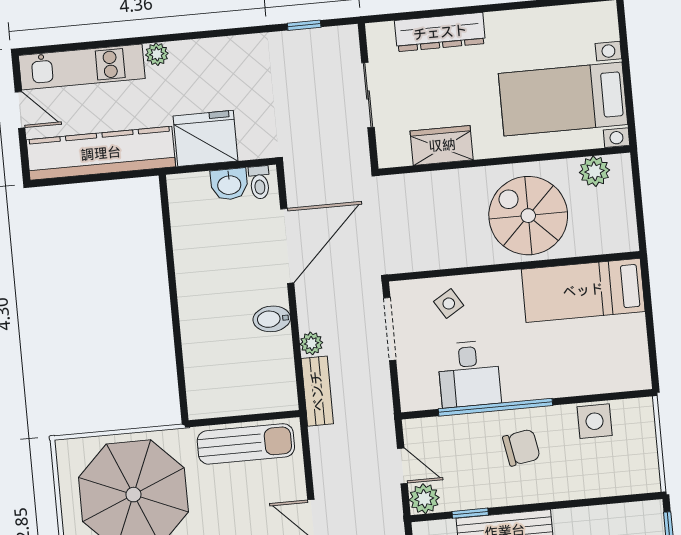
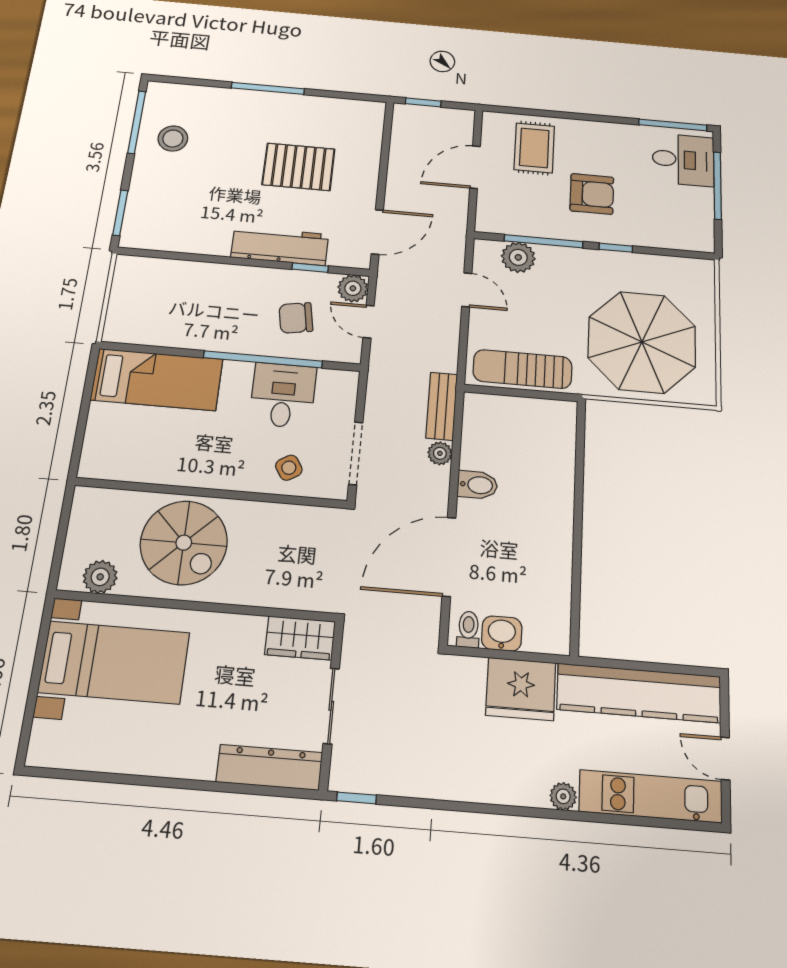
window: (304, 25) -> (357, 798), moved
dresser: (440, 32) -> (269, 767), moved
wardrobe: (442, 145) -> (300, 638), moved
bed: (583, 290) -> (157, 379), moved
side table: (595, 421) -> (166, 329), removed
chair: (521, 448) -> (296, 318), moved

